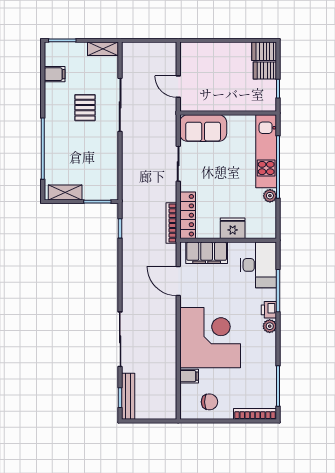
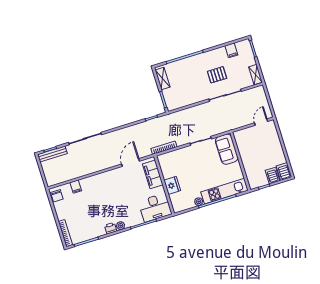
door: (178, 87) -> (261, 122), moved
locker: (188, 215) -> (172, 156), removed
printer: (269, 310) -> (111, 228), moved
corner desk: (210, 338) -> (103, 192), removed
chair: (209, 402) -> (57, 196), moved

